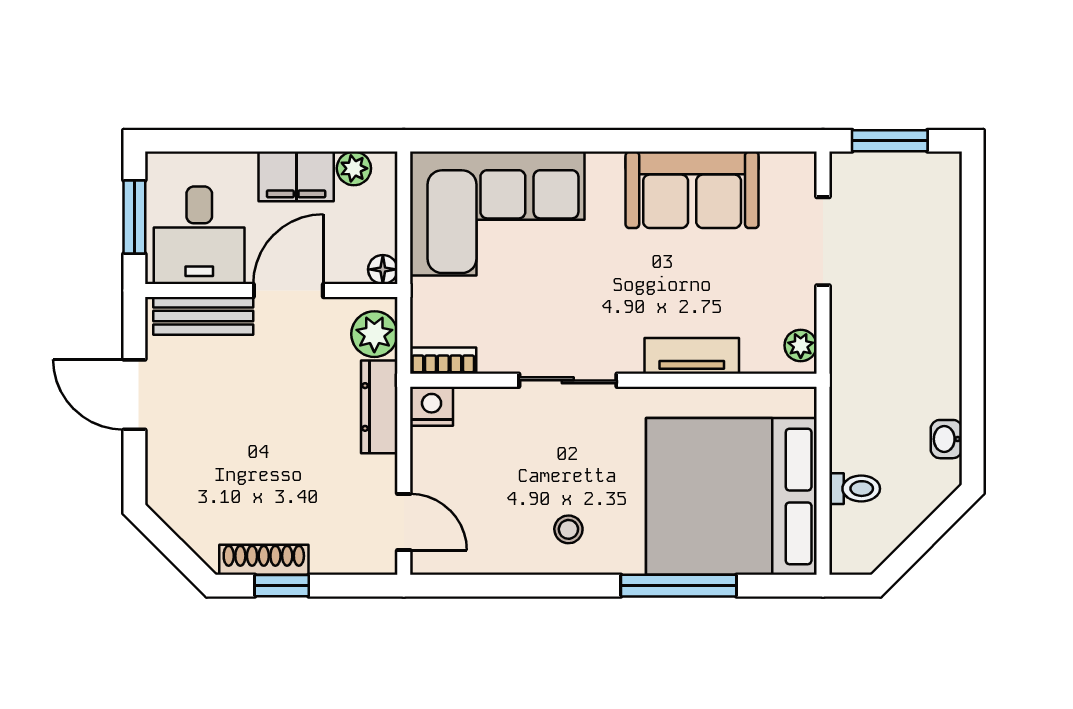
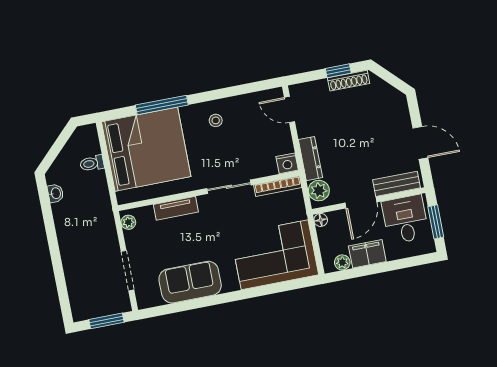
bookcase: (443, 361) -> (278, 186), width x1.56

